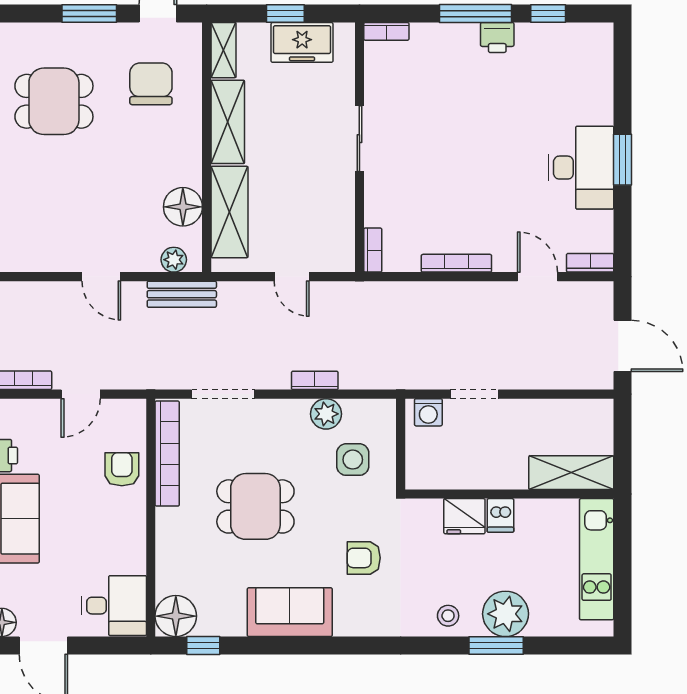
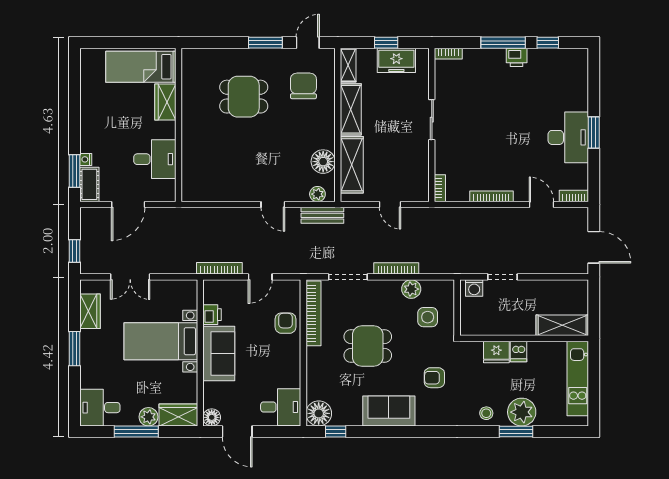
bookcase: (315, 380) -> (396, 268), width x1.56

